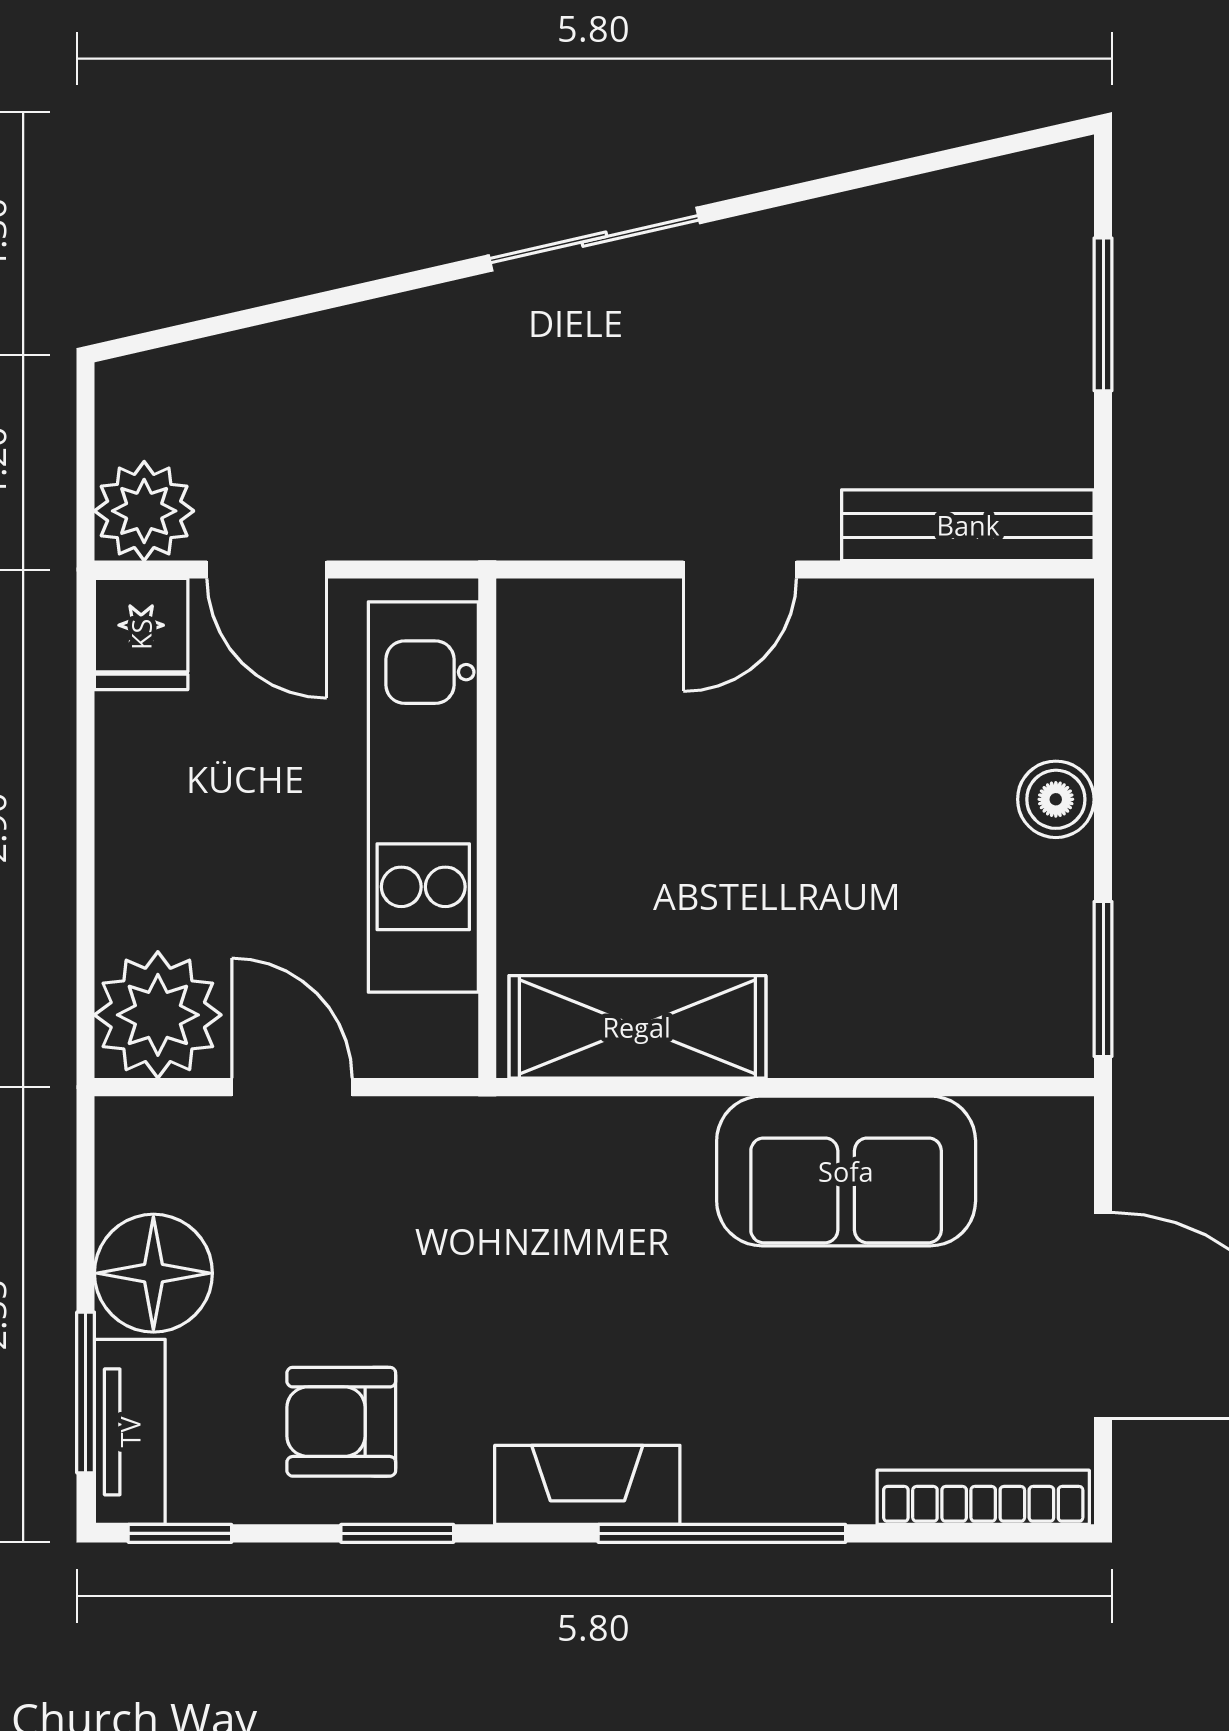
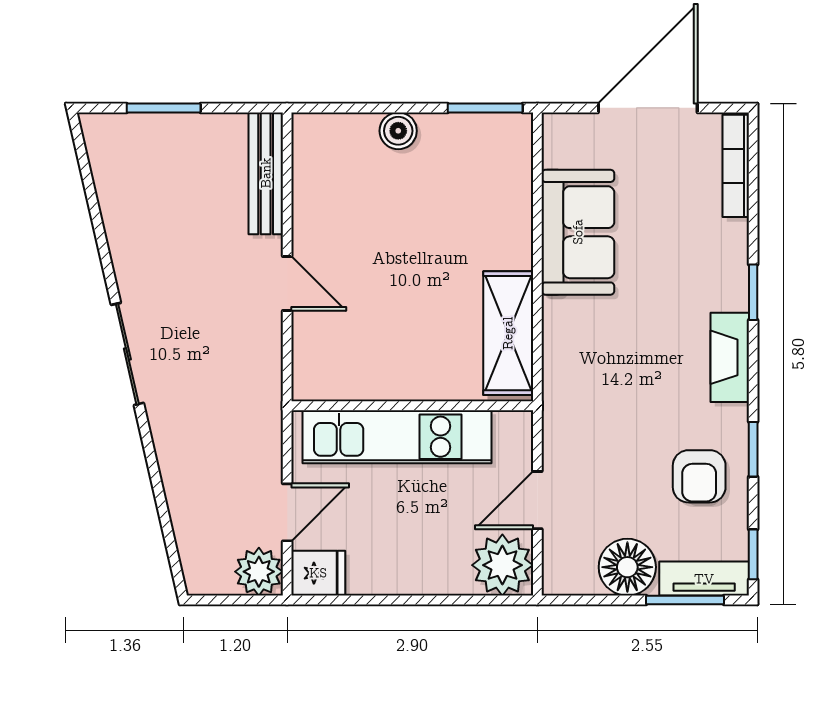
window: (722, 1533) -> (753, 292), width x0.46

